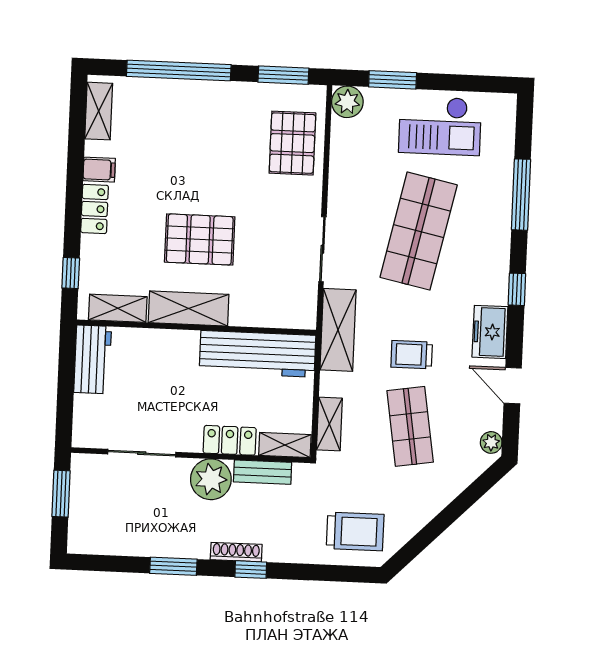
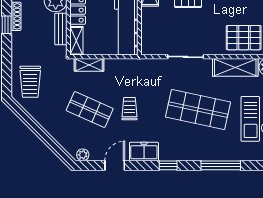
shelving: (338, 330) -> (235, 67), moved
shop shelf: (410, 426) -> (90, 110), turned 33

